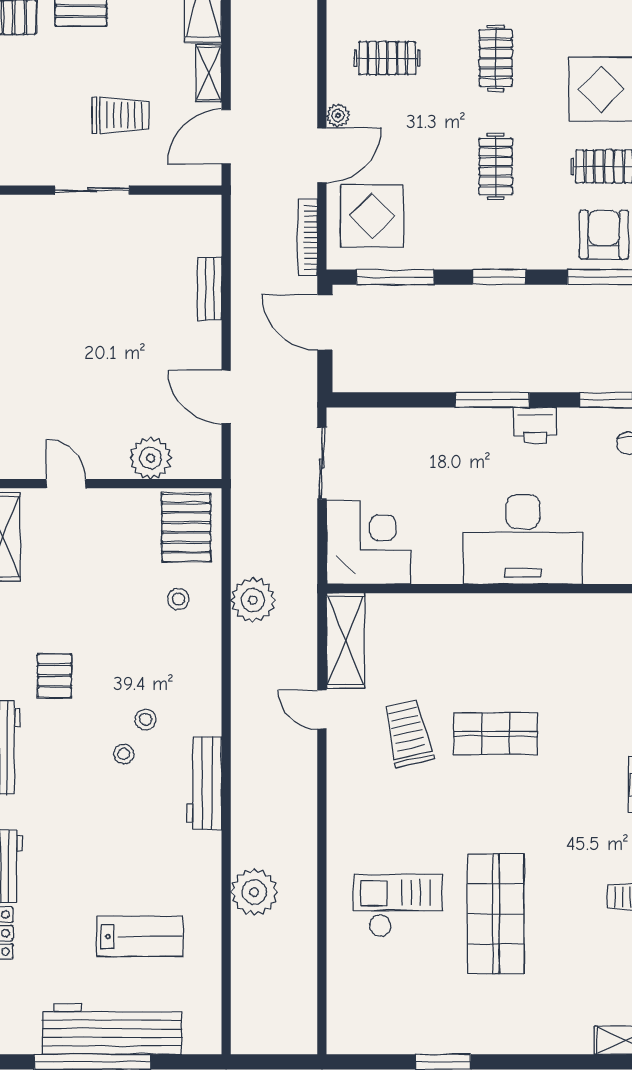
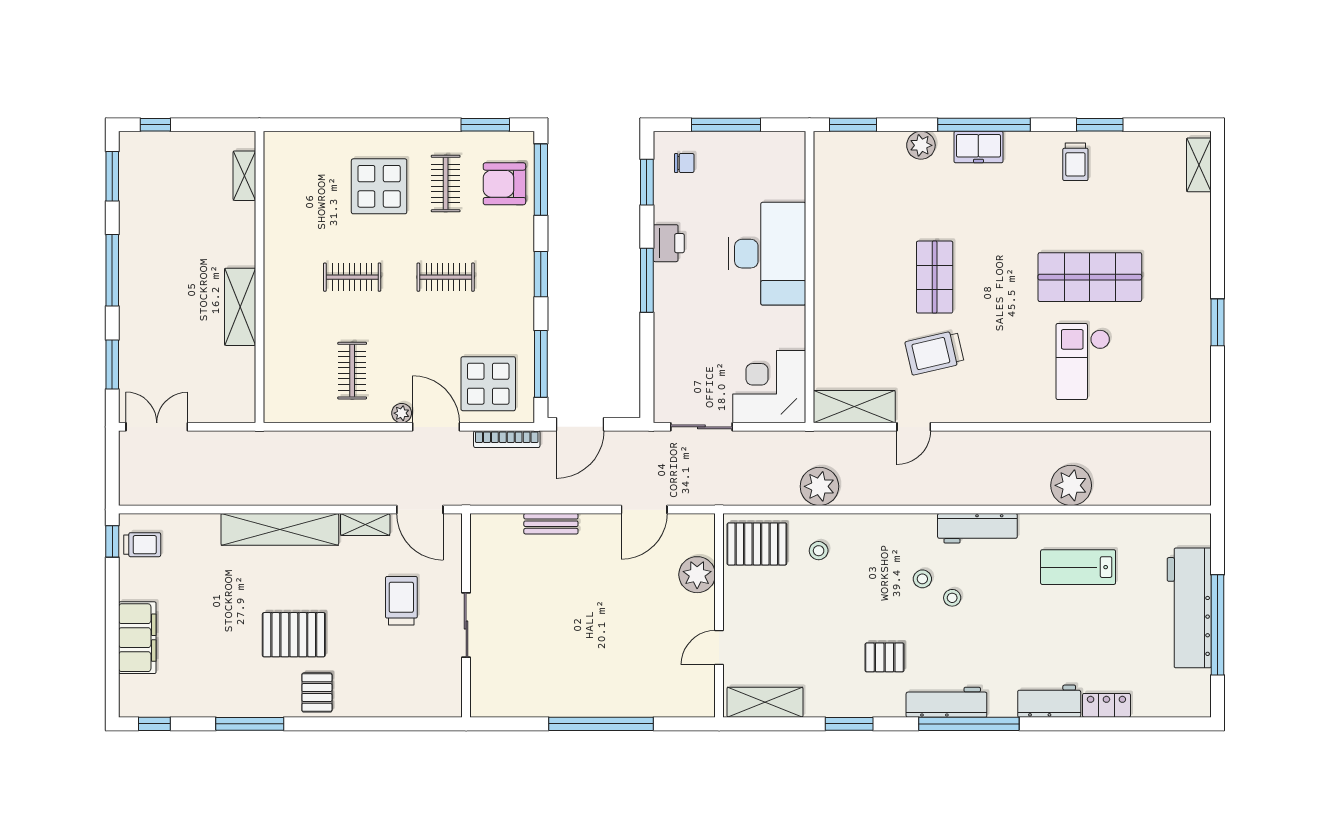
lab bench: (140, 936) -> (1078, 567), moved, turned -90

